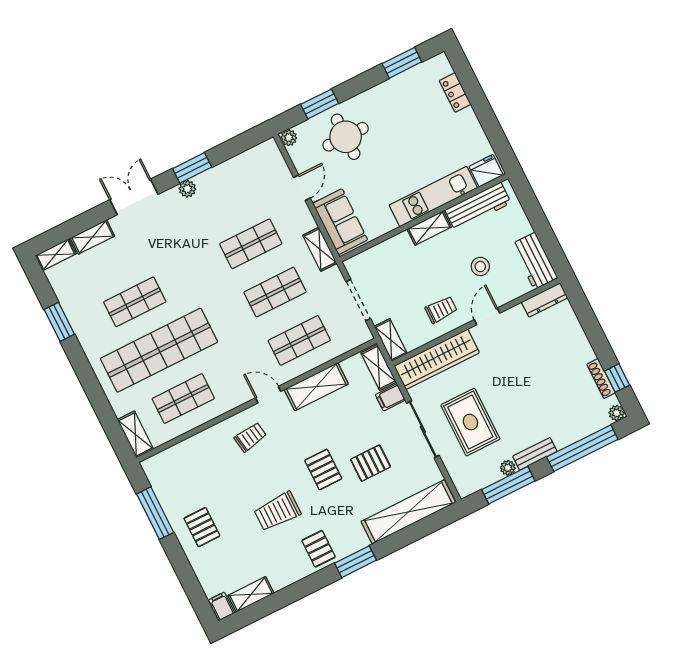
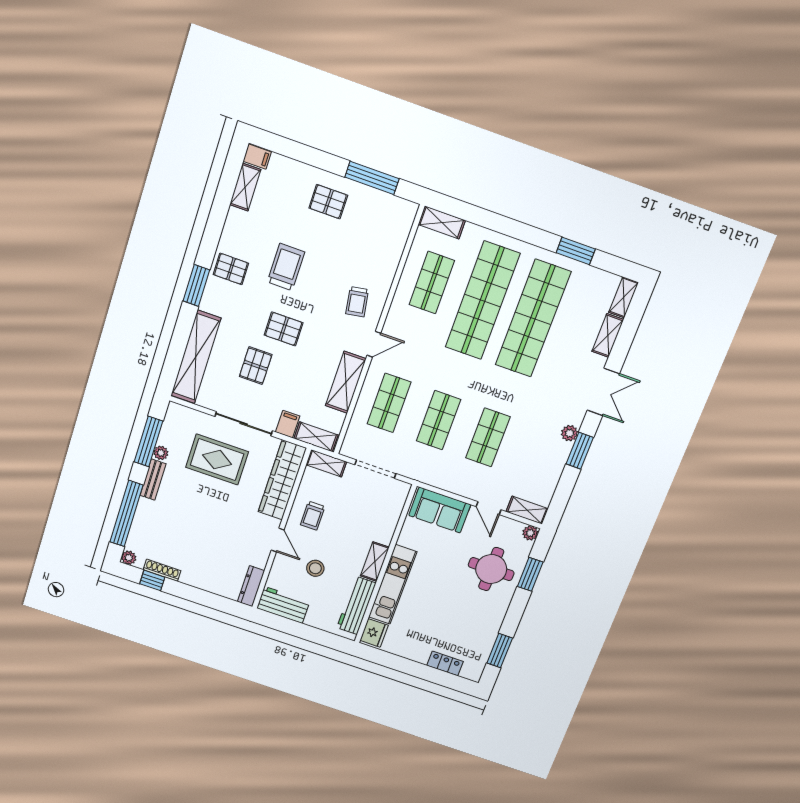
shelving: (320, 249) -> (527, 510), moved
shop shelf: (135, 302) -> (533, 318), width x2.00, depth x1.36

